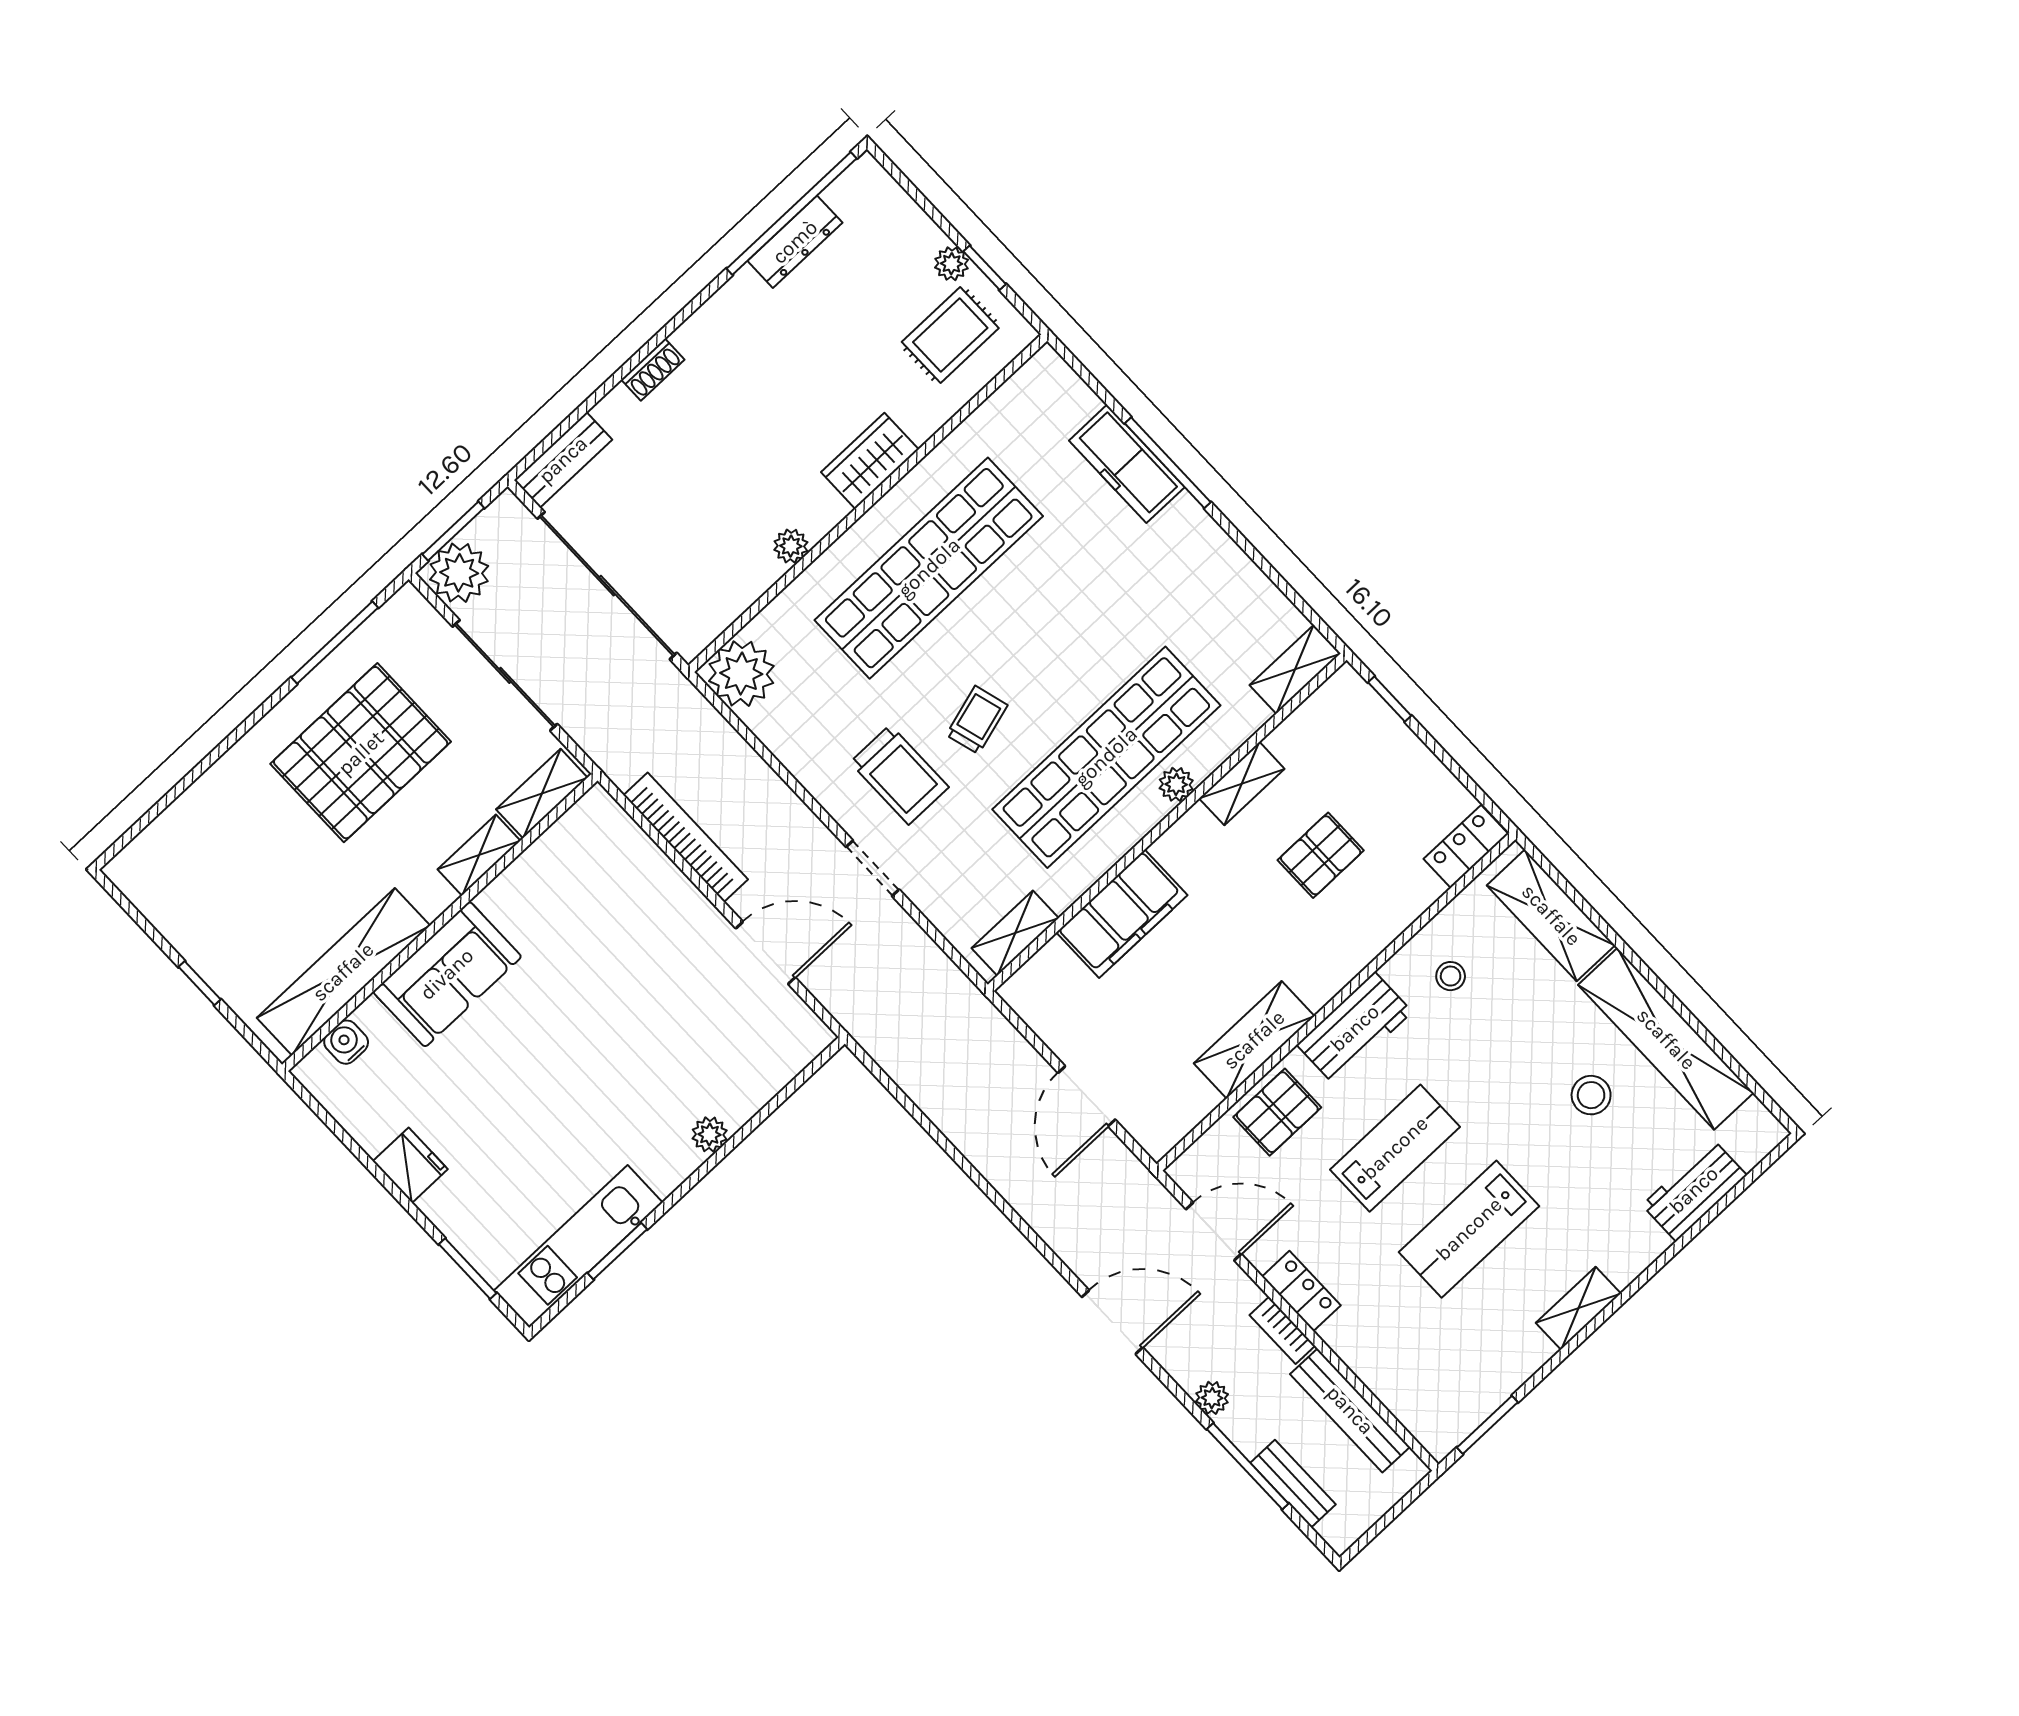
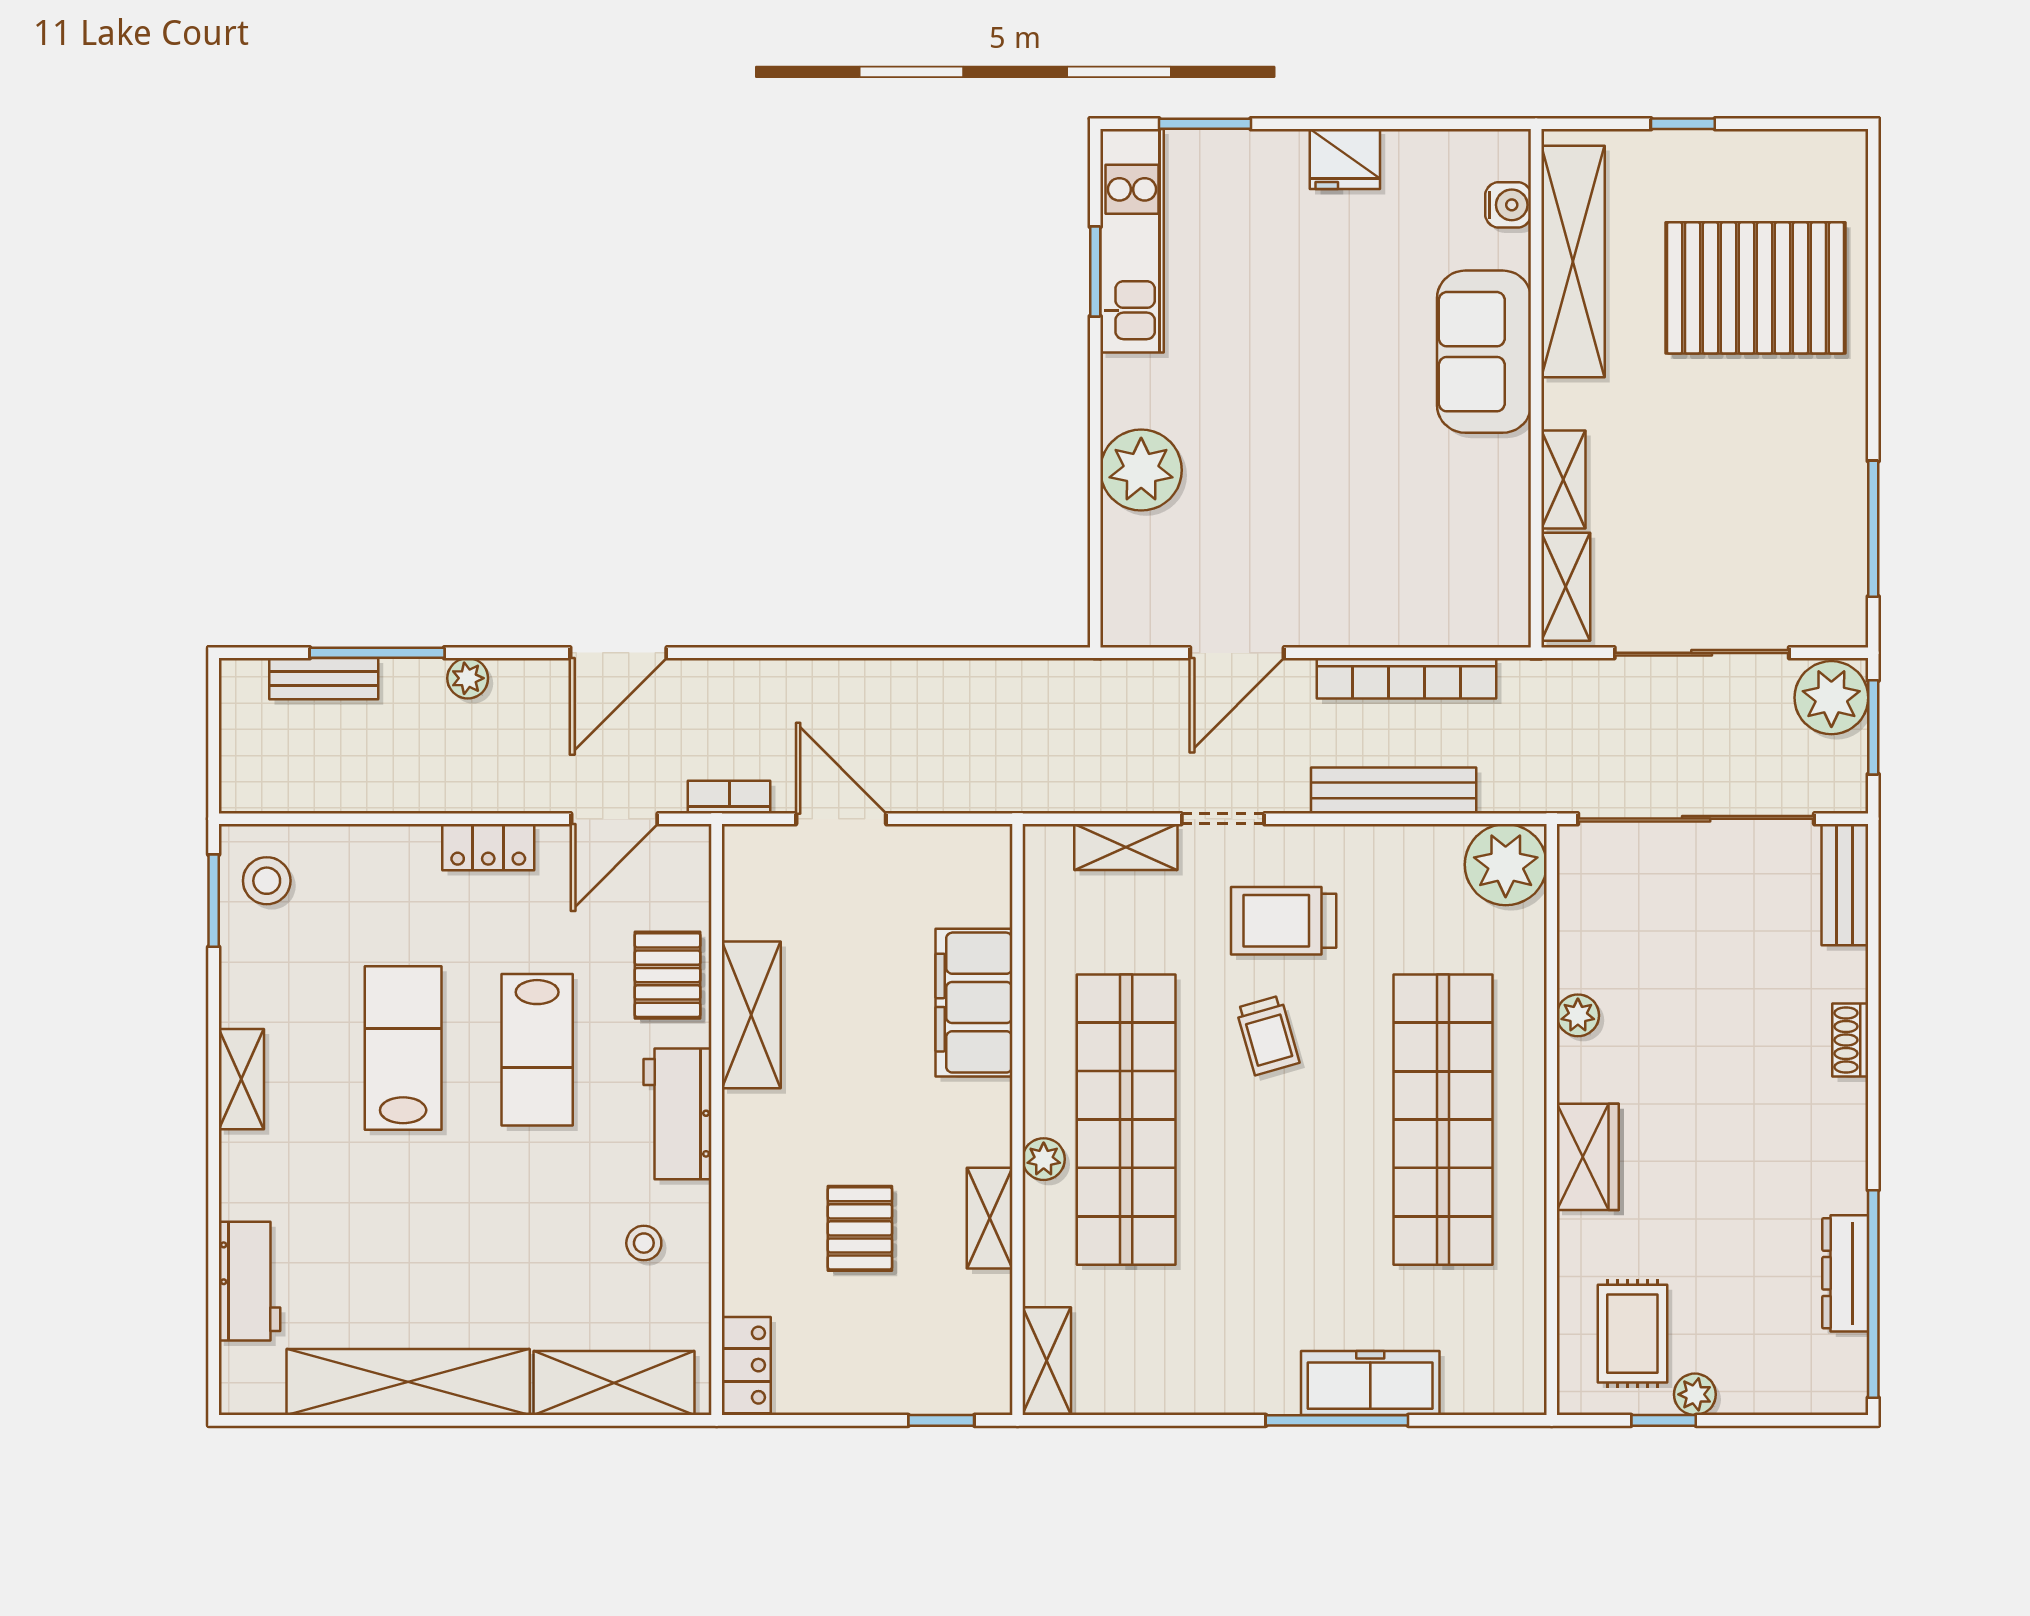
pallet: (361, 753) -> (1755, 288), moved, turned 90
shelving: (1015, 933) -> (1126, 847), moved, turned 90
stool: (1591, 1095) -> (267, 881), moved
plant: (710, 1134) -> (1141, 470), width x1.87, depth x1.87
bookcase: (1282, 1330) -> (729, 797), moved
bench: (1350, 1410) -> (1394, 790), moved

